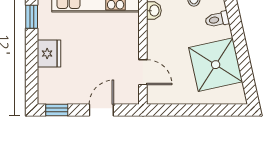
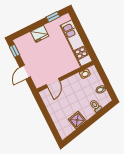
shower: (216, 65) -> (77, 120), width x0.54, depth x0.54
door: (101, 110) -> (25, 72), swing flipped

